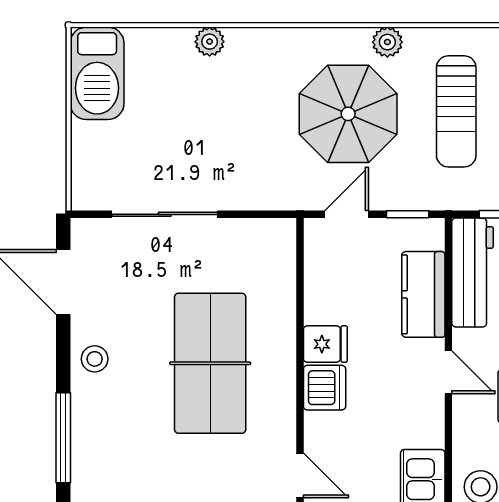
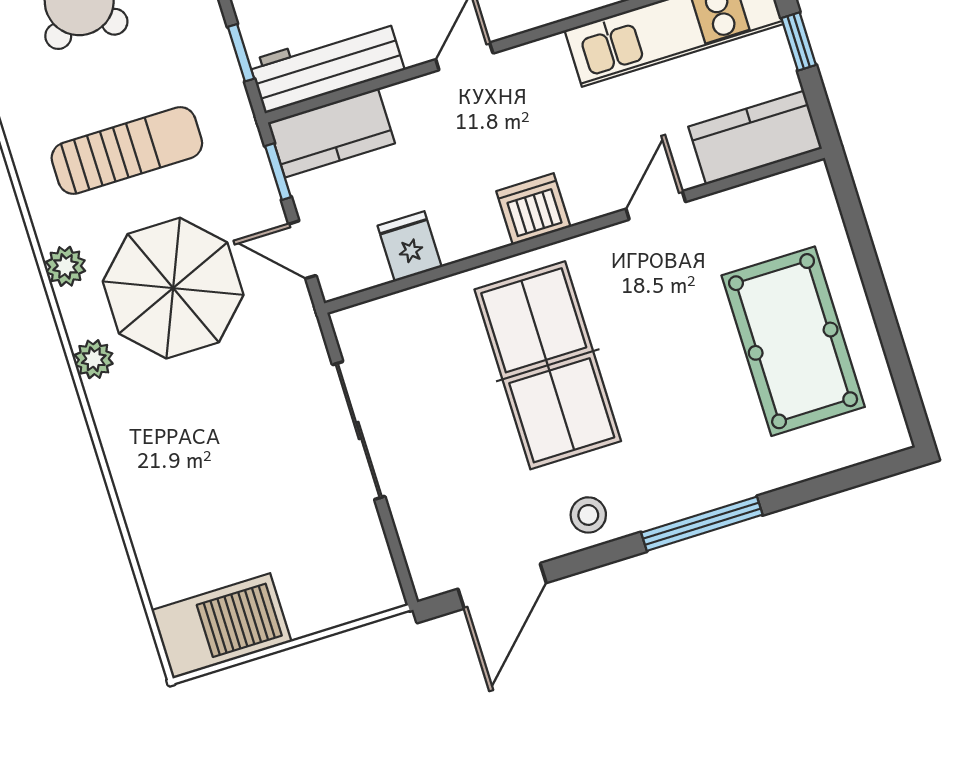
plant: (210, 42) -> (94, 359), moved
sliding door: (165, 214) -> (359, 430), moved
kitchen counter: (423, 294) -> (331, 133), moved
fridge: (325, 344) -> (410, 246), moved
table tennis table: (210, 363) -> (548, 365), turned 90

